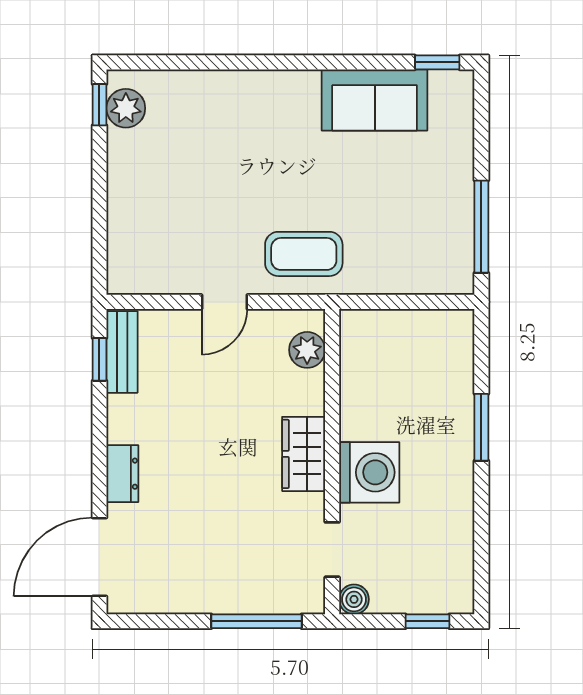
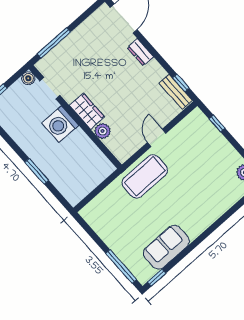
window: (481, 227) -> (121, 266), moved
window: (99, 235) -> (217, 124), added
coffee table: (304, 254) -> (145, 176), width x1.36, depth x1.32
plant: (307, 350) -> (103, 131), moved

